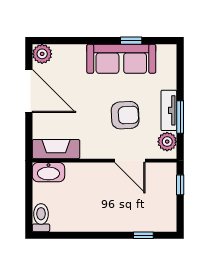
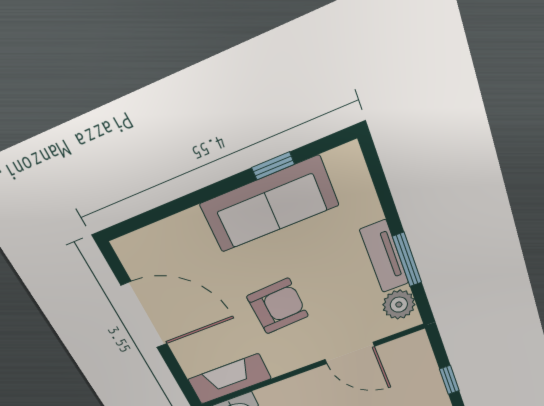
plant: (42, 54) -> (133, 250), removed
armchair: (125, 115) -> (278, 306), moved
window: (180, 185) -> (449, 380), moved

